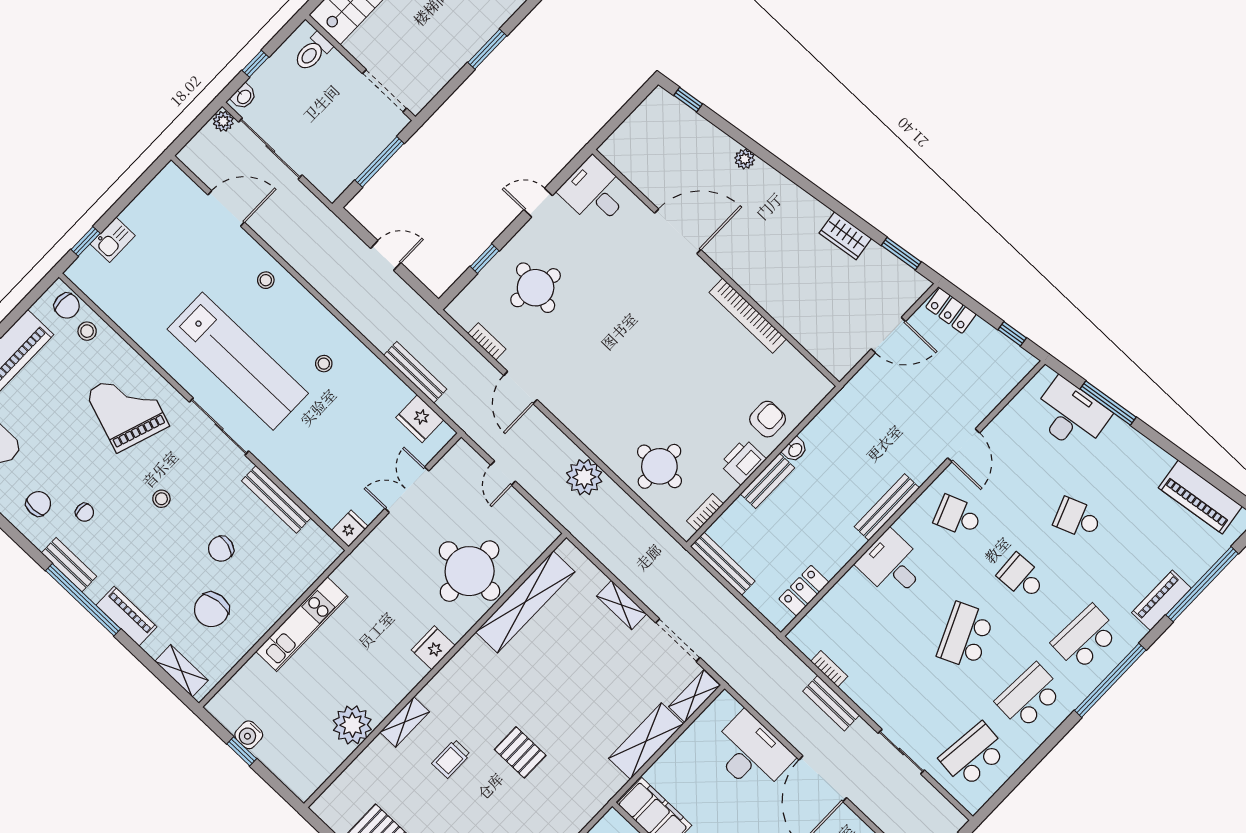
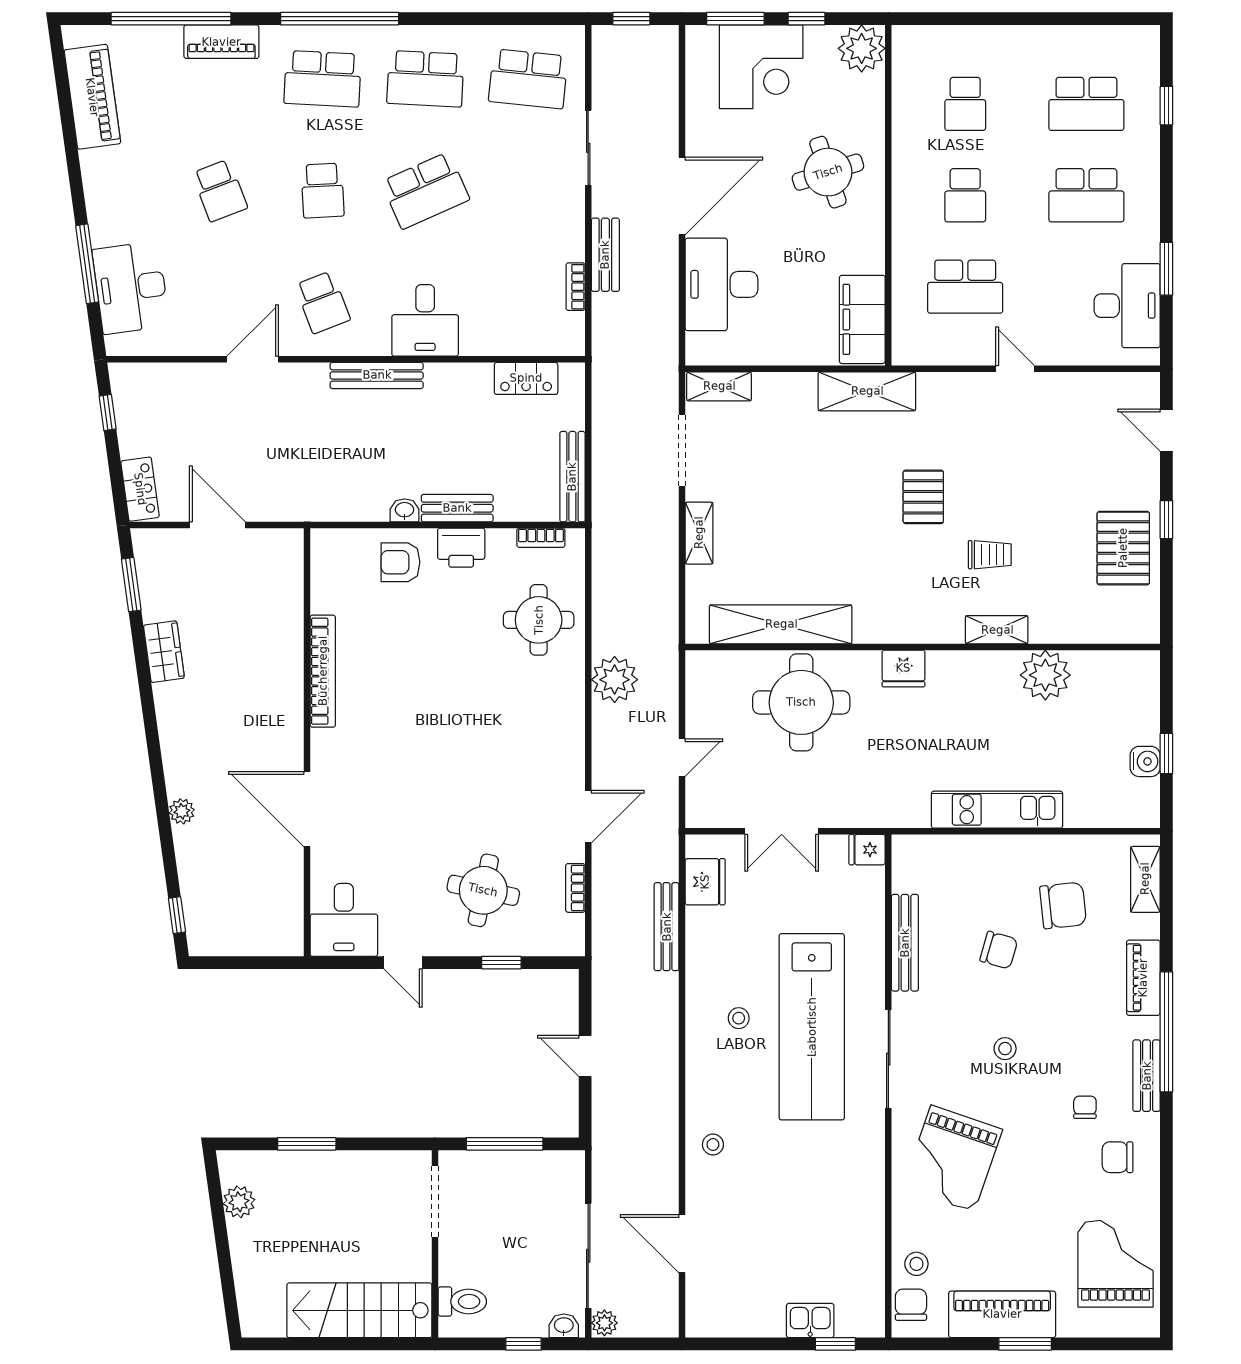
lab bench: (238, 361) -> (812, 1027), moved, turned 180
shelving: (646, 741) -> (867, 391), moved

